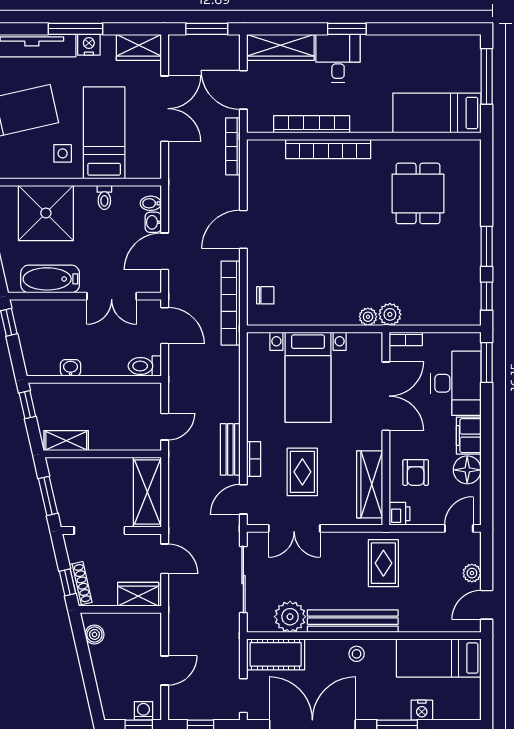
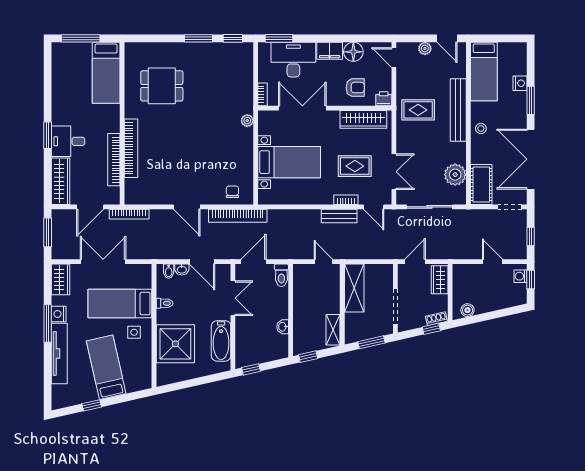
plant: (390, 314) -> (246, 105), removed
shelving: (147, 492) -> (354, 288), moved, turned 90
shoe rack: (81, 583) -> (436, 319), width x0.70
bench: (353, 621) -> (458, 110), moved

